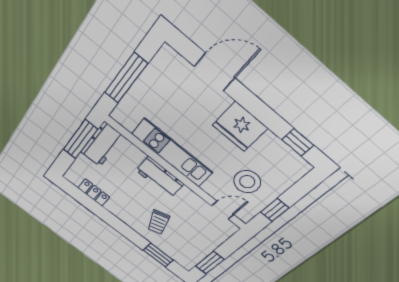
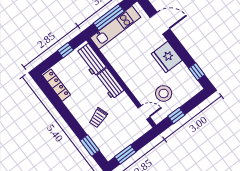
window: (80, 139) -> (65, 50), width x0.46
workbench: (102, 144) -> (91, 60), moved, turned 90
kitchen unit: (172, 153) -> (115, 27), moved, turned 90
locker: (94, 193) -> (56, 85), width x1.53

